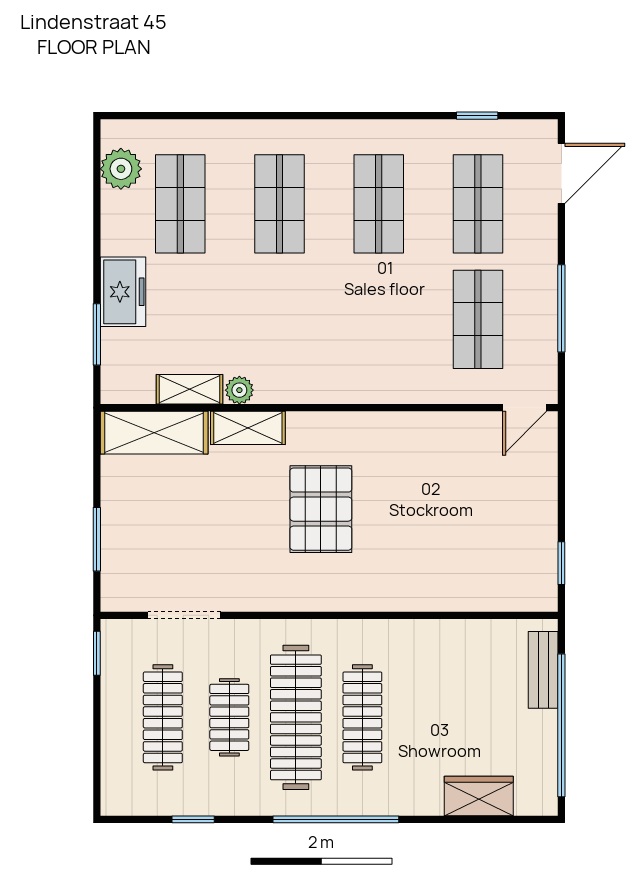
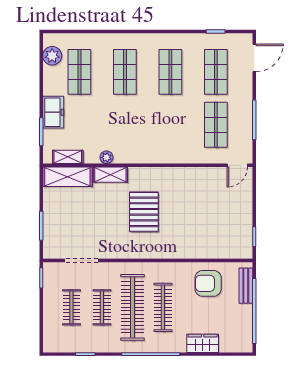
shelving: (190, 389) -> (68, 157), moved
armchair: (461, 665) -> (208, 283), added
clothes rail: (163, 717) -> (71, 307), width x0.73
wardrobe: (479, 796) -> (203, 343), moved

